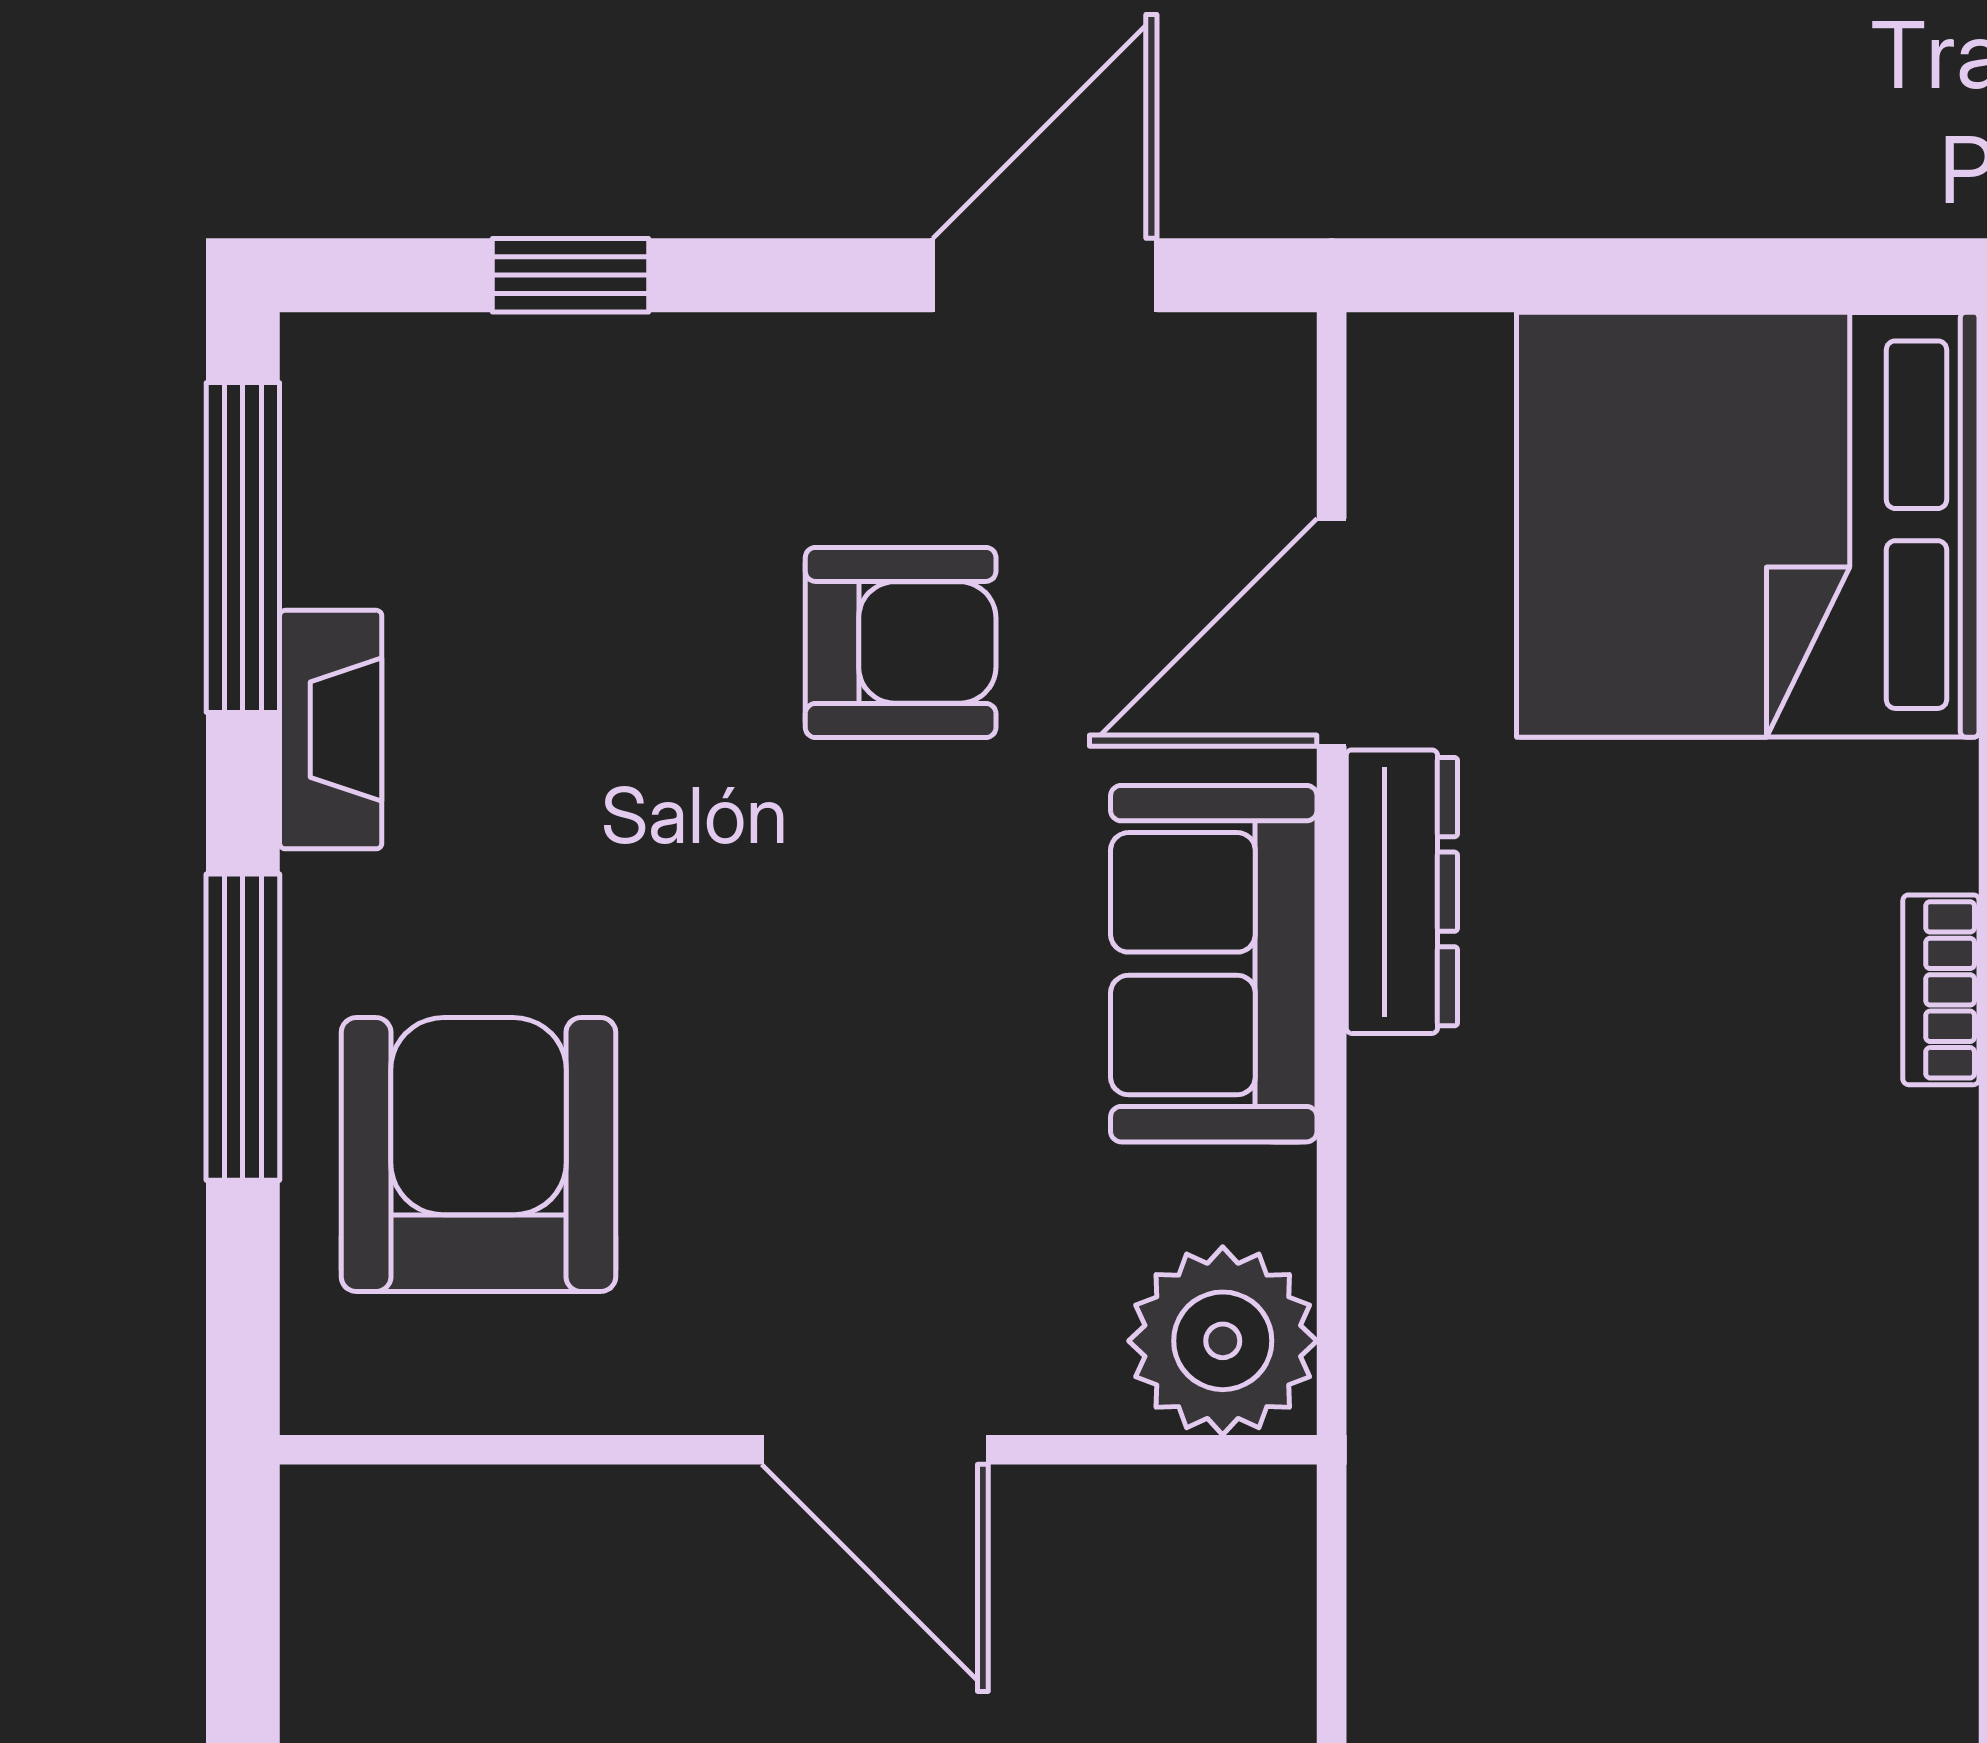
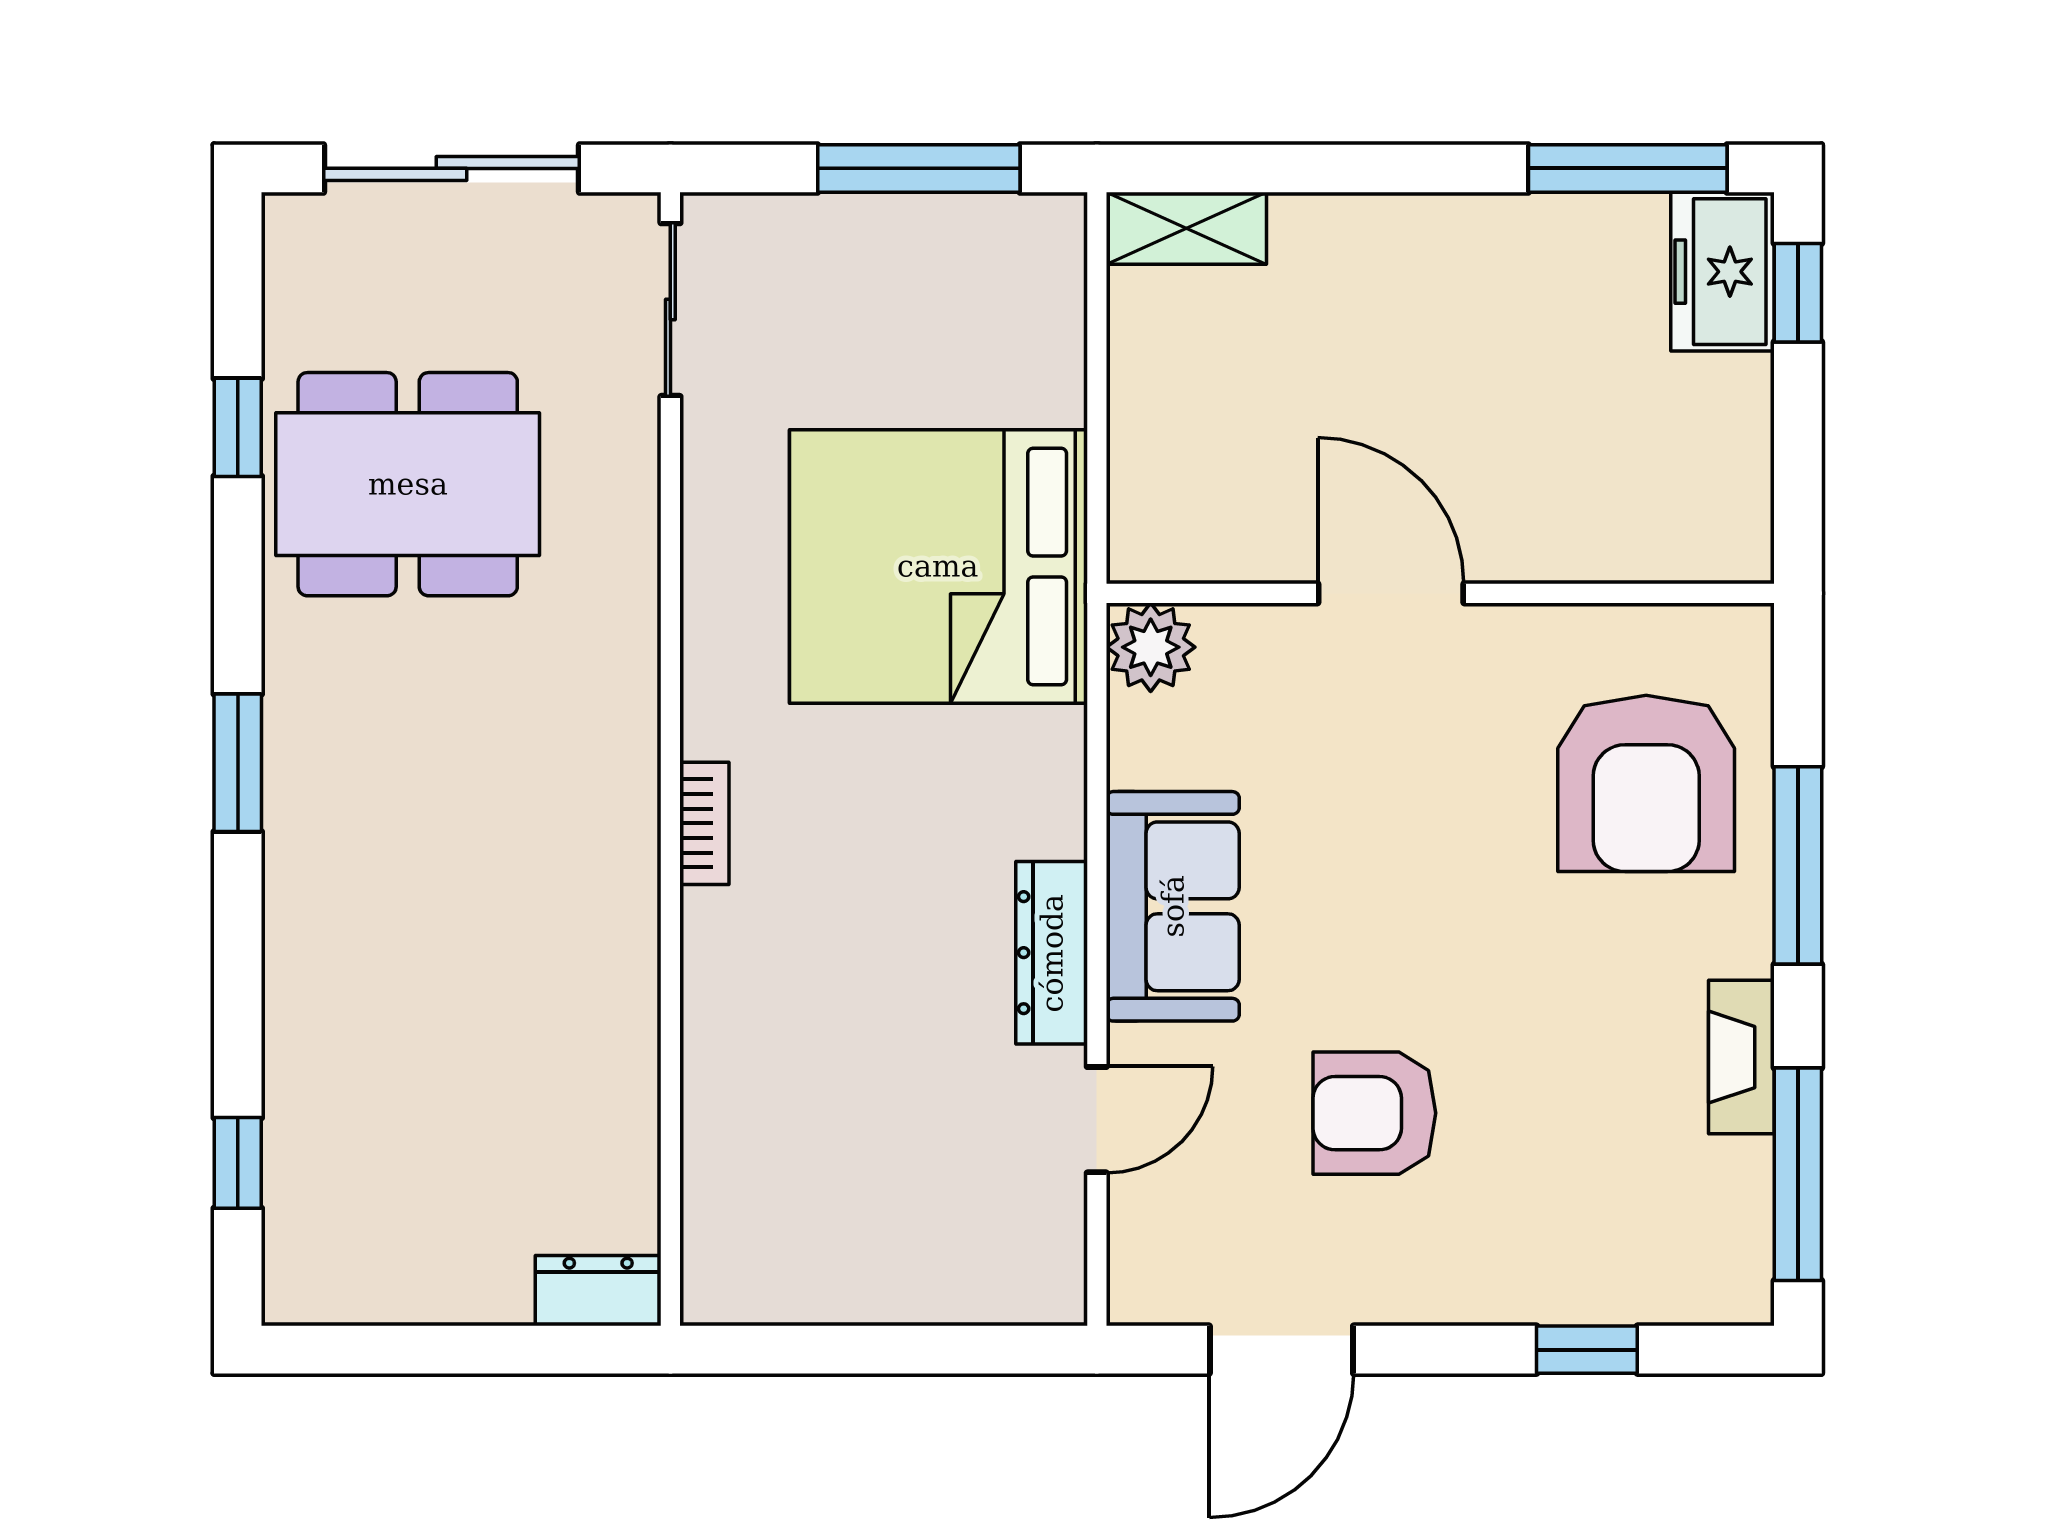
bed: (1748, 525) -> (938, 566), moved, turned 180
door: (1332, 632) -> (1097, 1120), width x0.73
bookcase: (1941, 990) -> (704, 823), moved
plant: (1223, 1341) -> (1151, 647), width x0.73, depth x0.73

